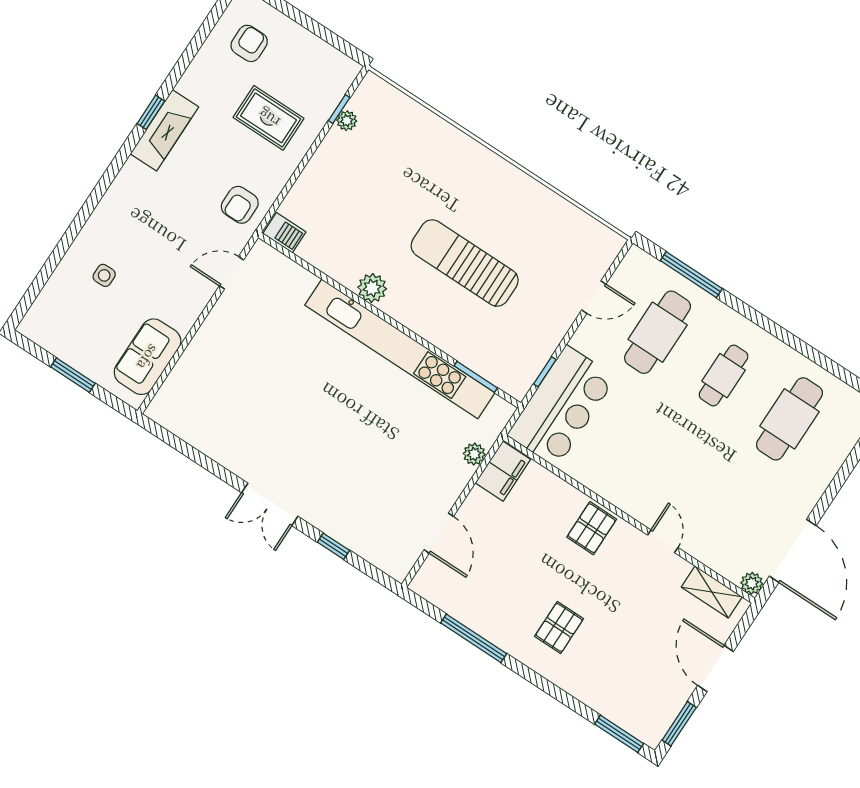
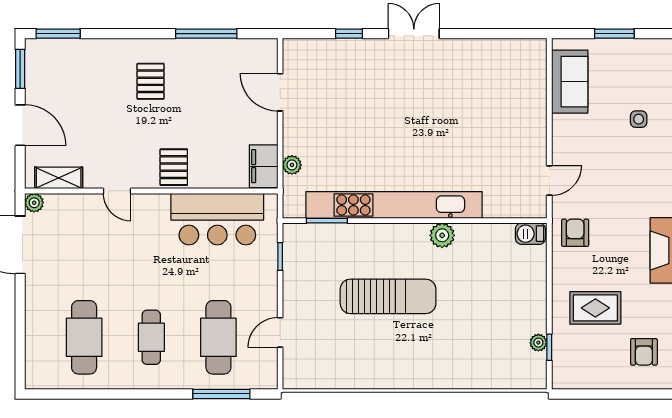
bar counter: (562, 406) -> (217, 219), moved, turned -90

